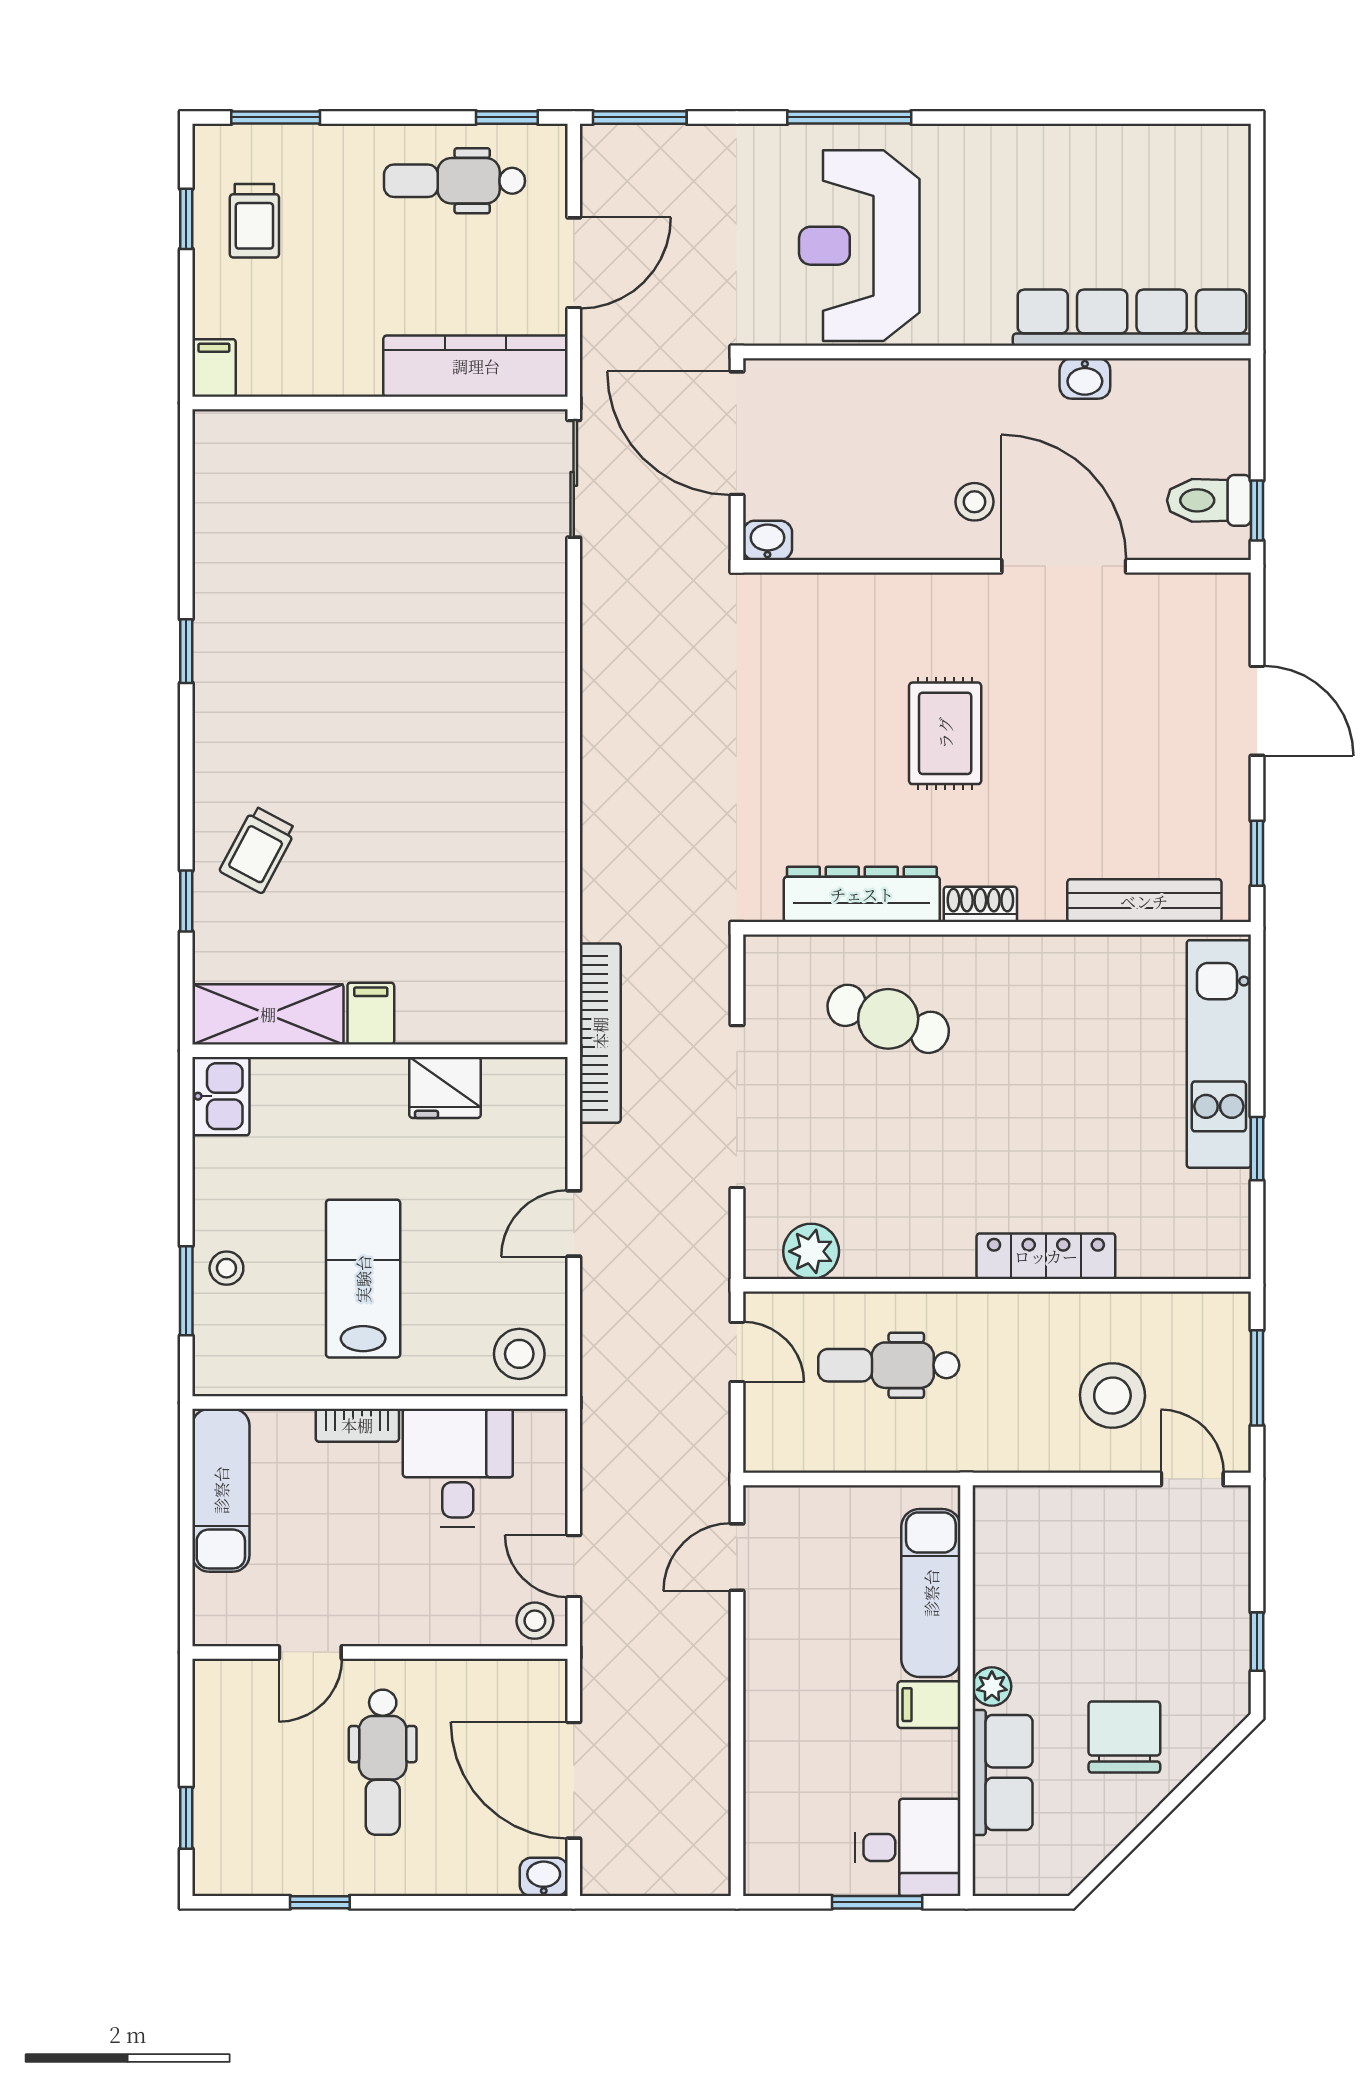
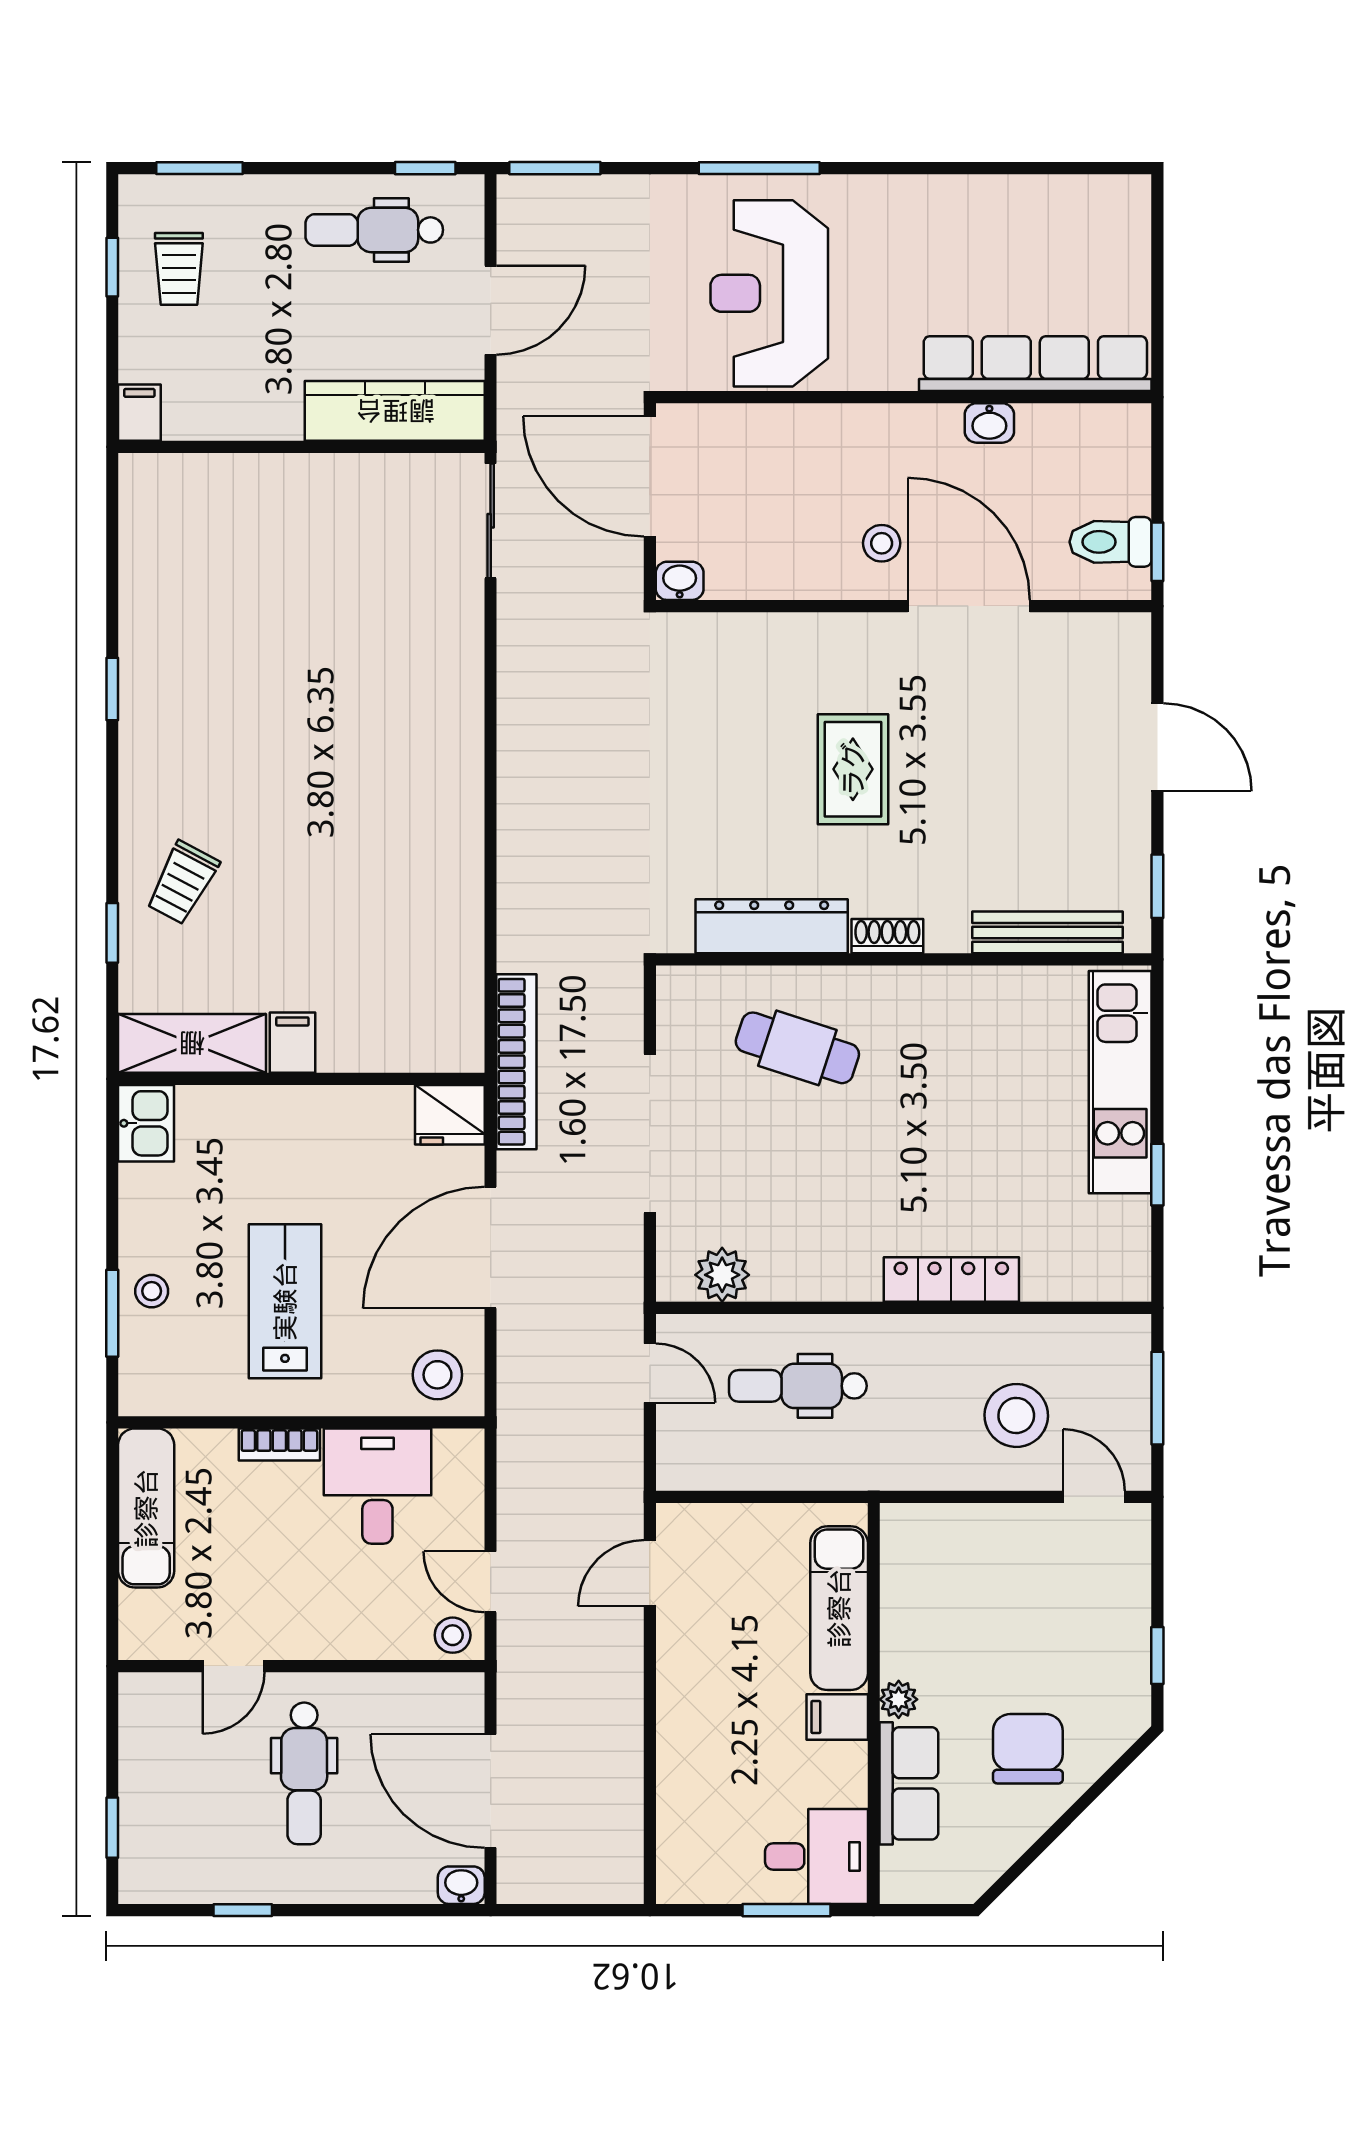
fridge: (445, 1087) -> (450, 1115), moved
door: (574, 1224) -> (491, 1248), width x1.87

